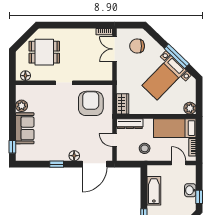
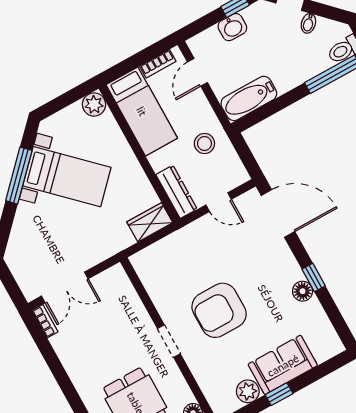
chair: (137, 46) -> (38, 252), removed
armchair: (91, 103) -> (219, 310), moved
door: (114, 140) -> (219, 202), hinge flipped
window: (12, 147) -> (279, 394), moved
floor lamp: (74, 156) -> (303, 291), moved
bathtub: (154, 191) -> (249, 98), moved

